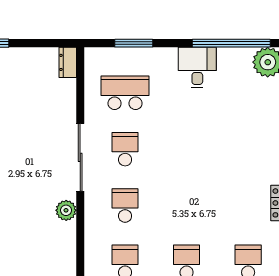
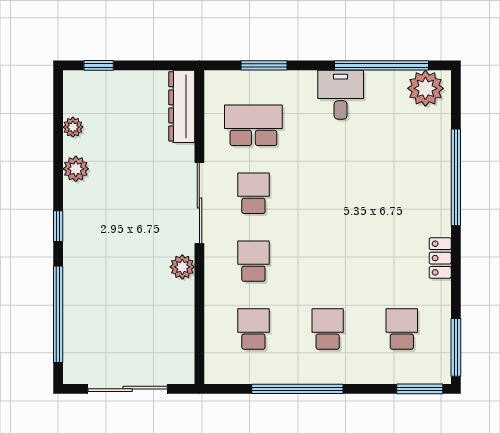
dresser: (68, 62) -> (182, 106), width x1.96, depth x1.24

